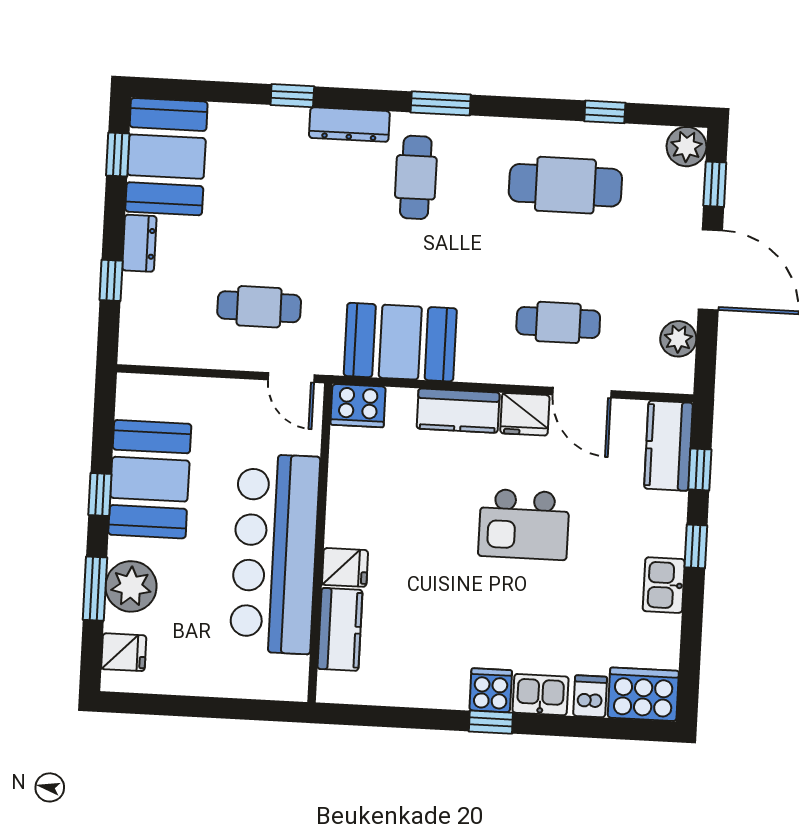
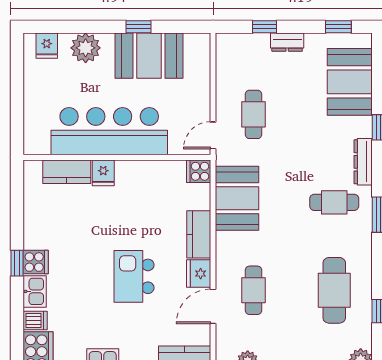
booth: (166, 157) -> (350, 82), moved, turned 90
cooker: (358, 406) -> (199, 171), width x0.73
window: (95, 589) -> (83, 27), removed

